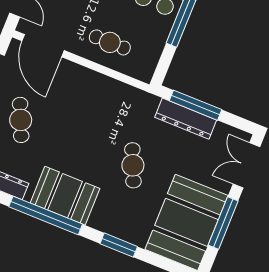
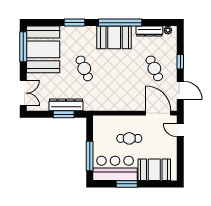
cafe table: (110, 42) -> (129, 138), moved
window: (196, 105) -> (64, 114), width x0.69
window: (223, 223) -> (23, 47), moved

